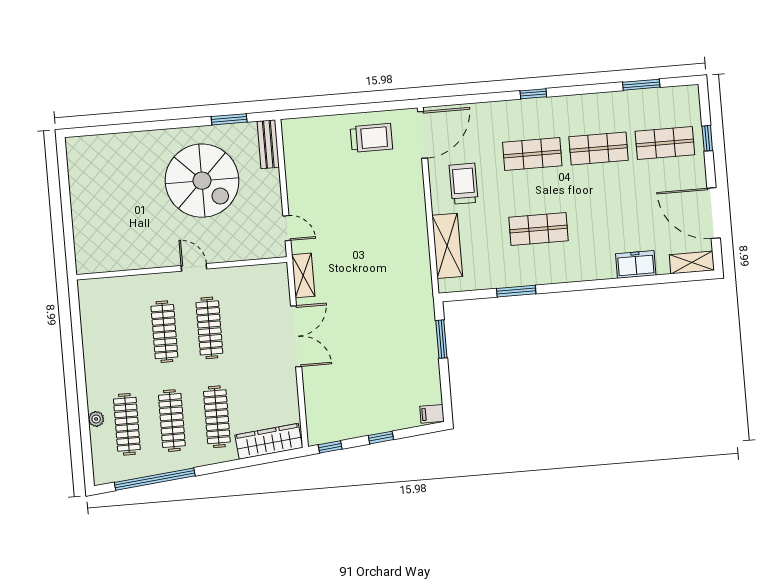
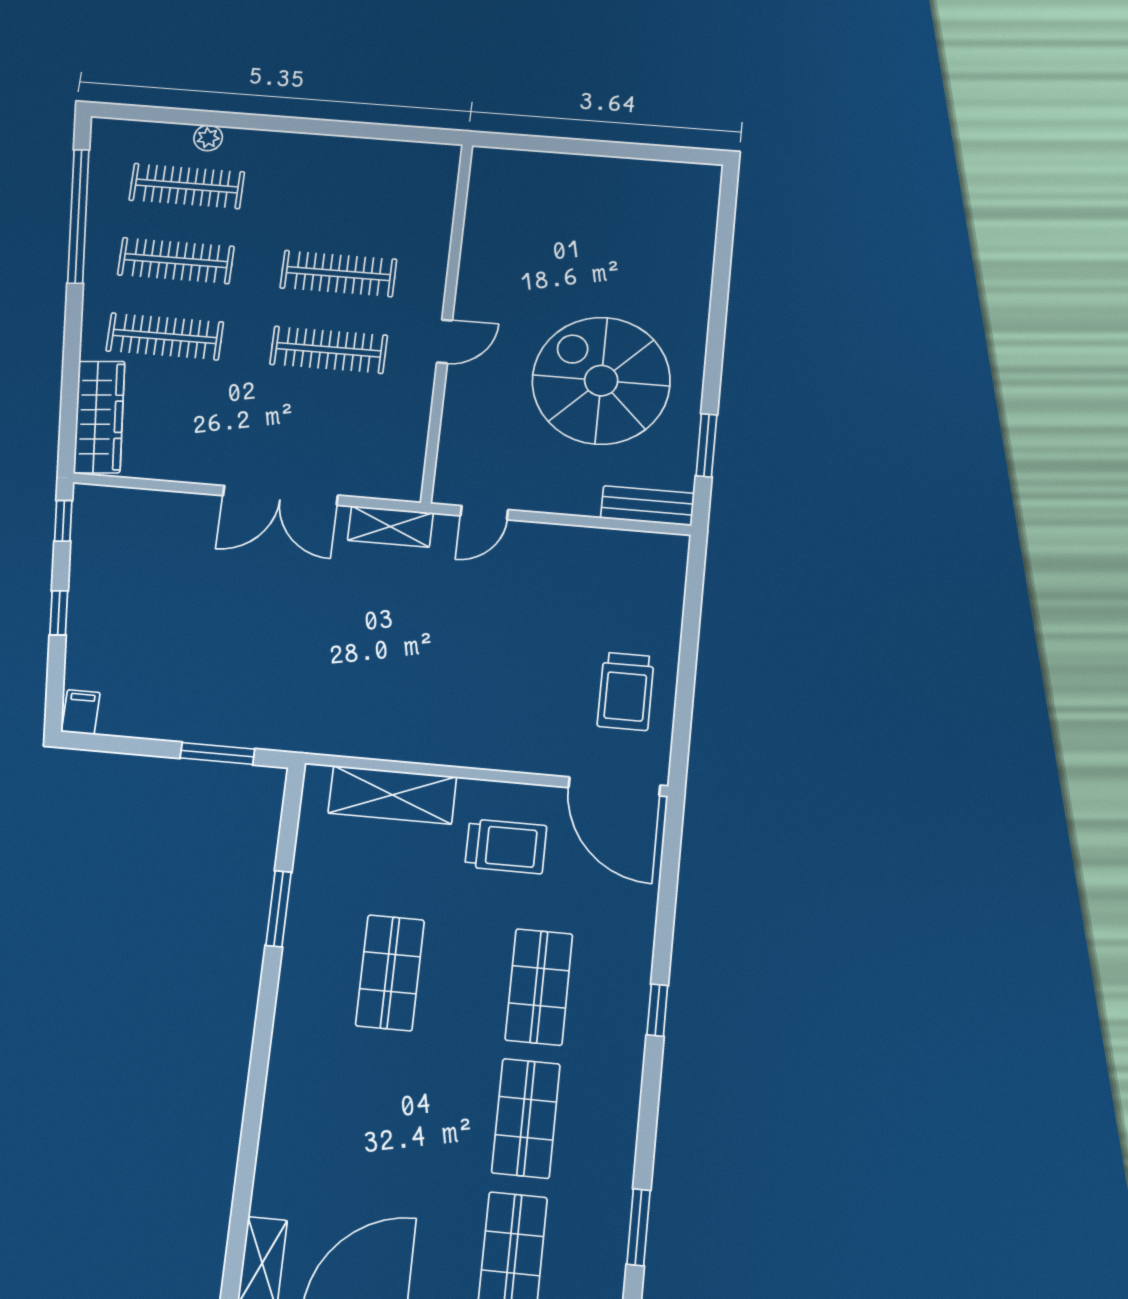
spiral stairs: (202, 181) -> (601, 381), turned 90
freezer: (636, 264) -> (282, 1150), removed

